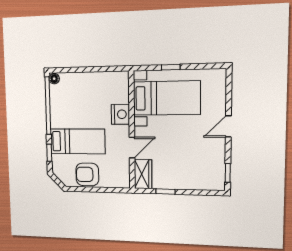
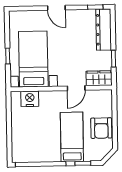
floor lamp: (54, 79) -> (17, 158), removed
nightstand: (120, 114) -> (30, 99), moved
door: (132, 148) -> (76, 88), swing flipped
dresser: (200, 182) -> (104, 30), added

